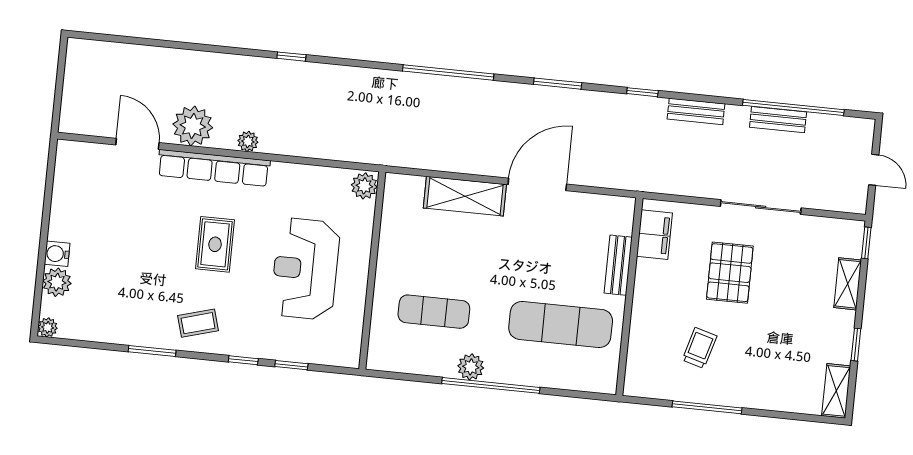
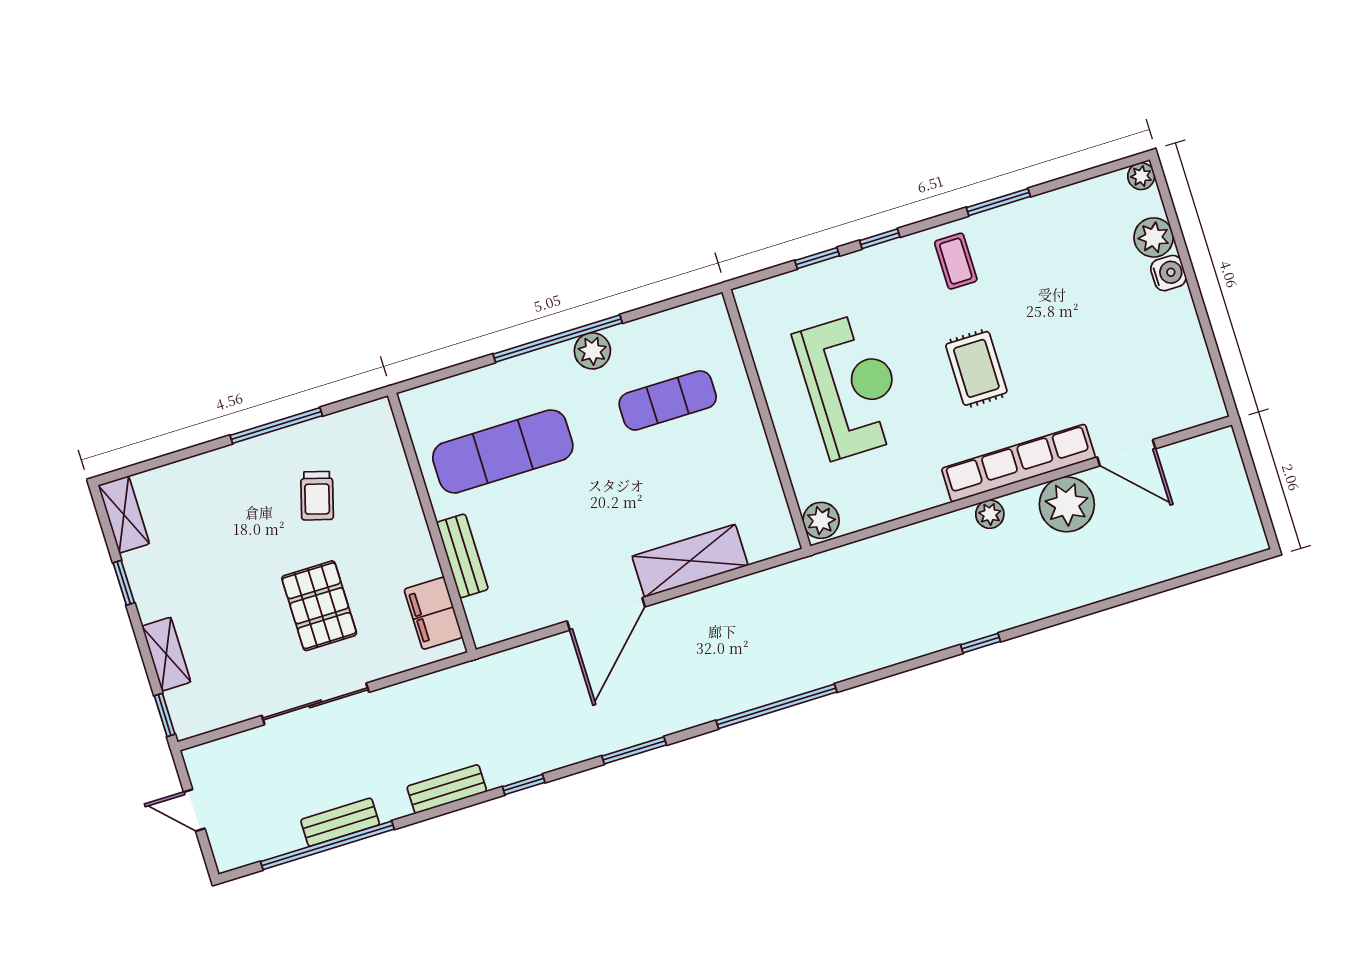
coffee table: (198, 323) -> (956, 261), turned -74

